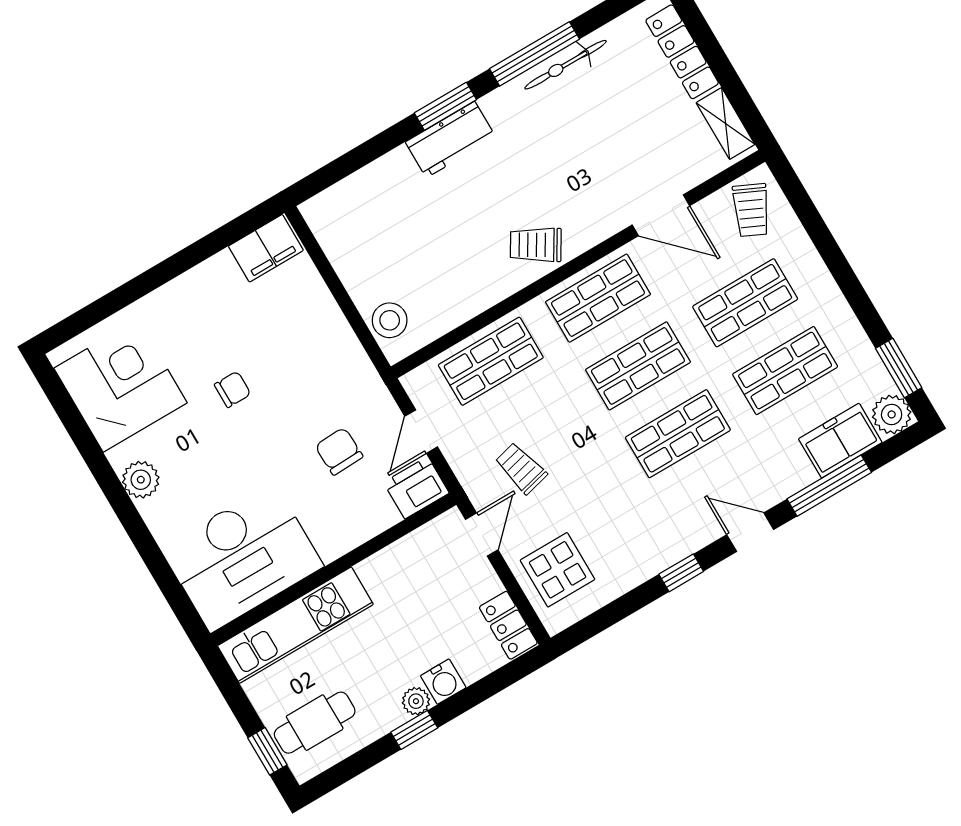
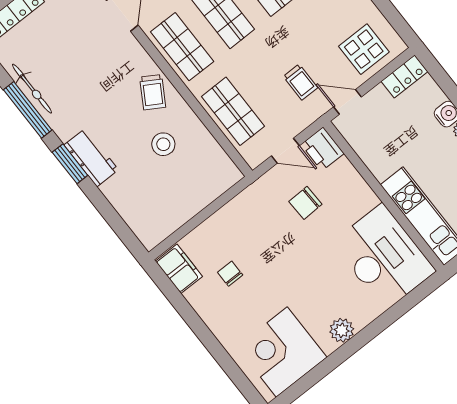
stool: (390, 320) -> (163, 144), moved
chair: (233, 389) -> (230, 274), moved
trolley: (521, 468) -> (300, 82), turned -76

